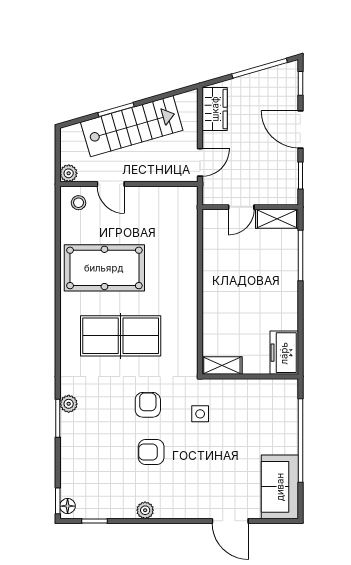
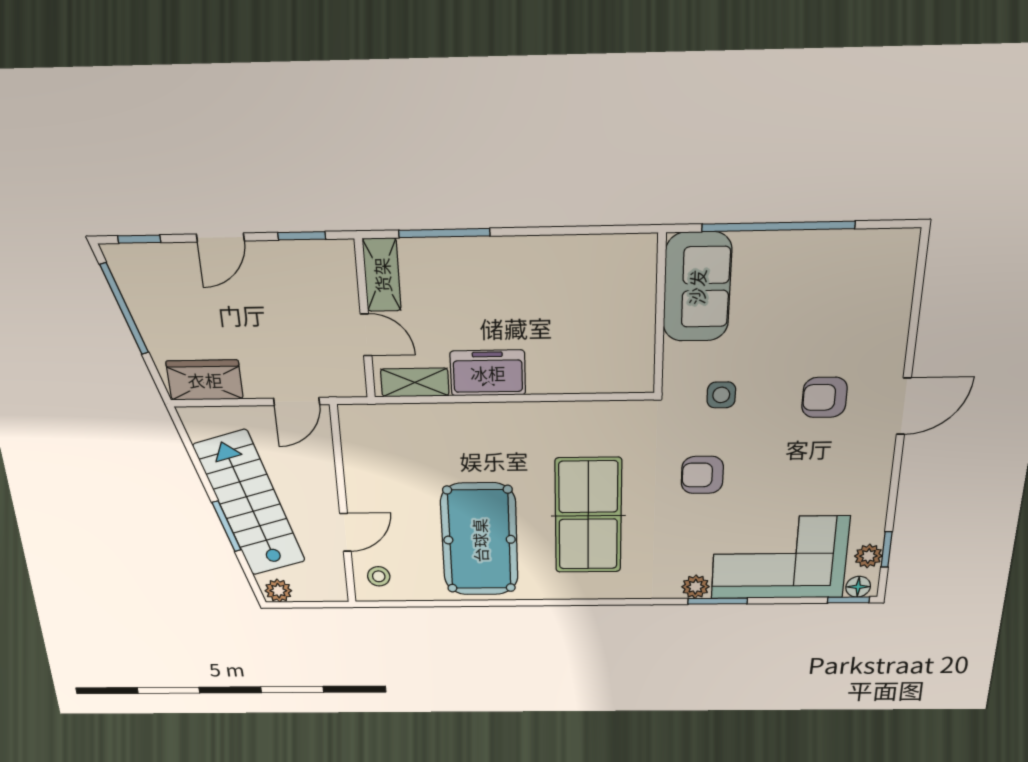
door: (300, 129) -> (220, 237), width x0.73
door: (200, 162) -> (297, 401), swing flipped
plant: (69, 173) -> (278, 591), moved
freezer: (284, 353) -> (488, 373), moved, turned 180
shelving: (222, 366) -> (415, 382), moved, turned 90
armchair: (151, 452) -> (824, 397), moved, turned 90
corner sofa: (89, 455) -> (780, 558), added
sofa: (280, 487) -> (697, 287), moved, turned -90
plant: (145, 510) -> (868, 556), moved
door: (230, 521) -> (904, 406), moved

